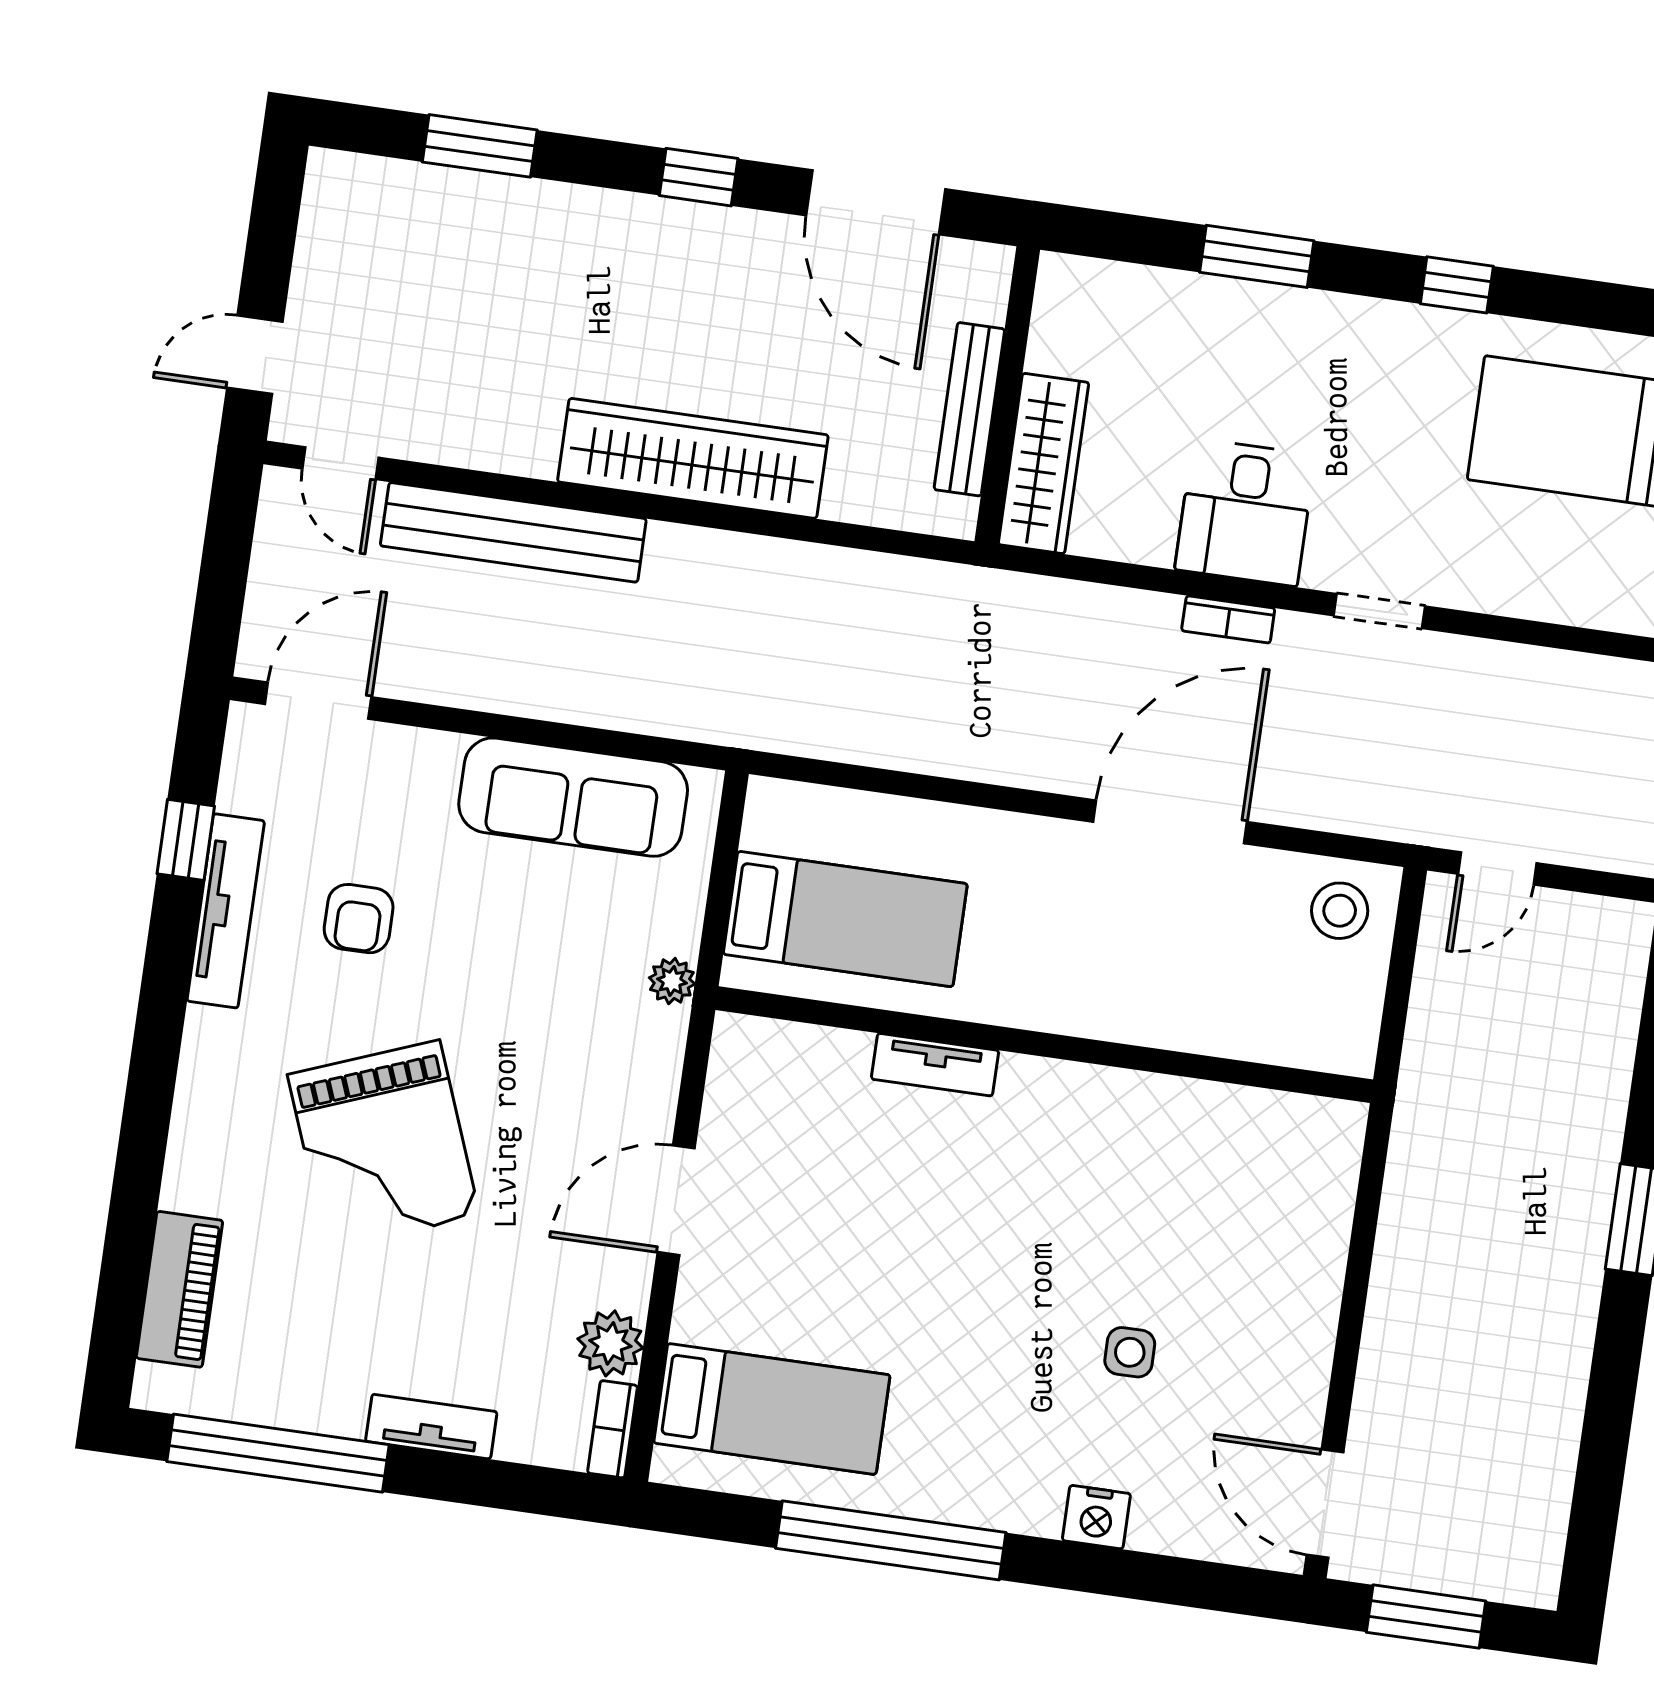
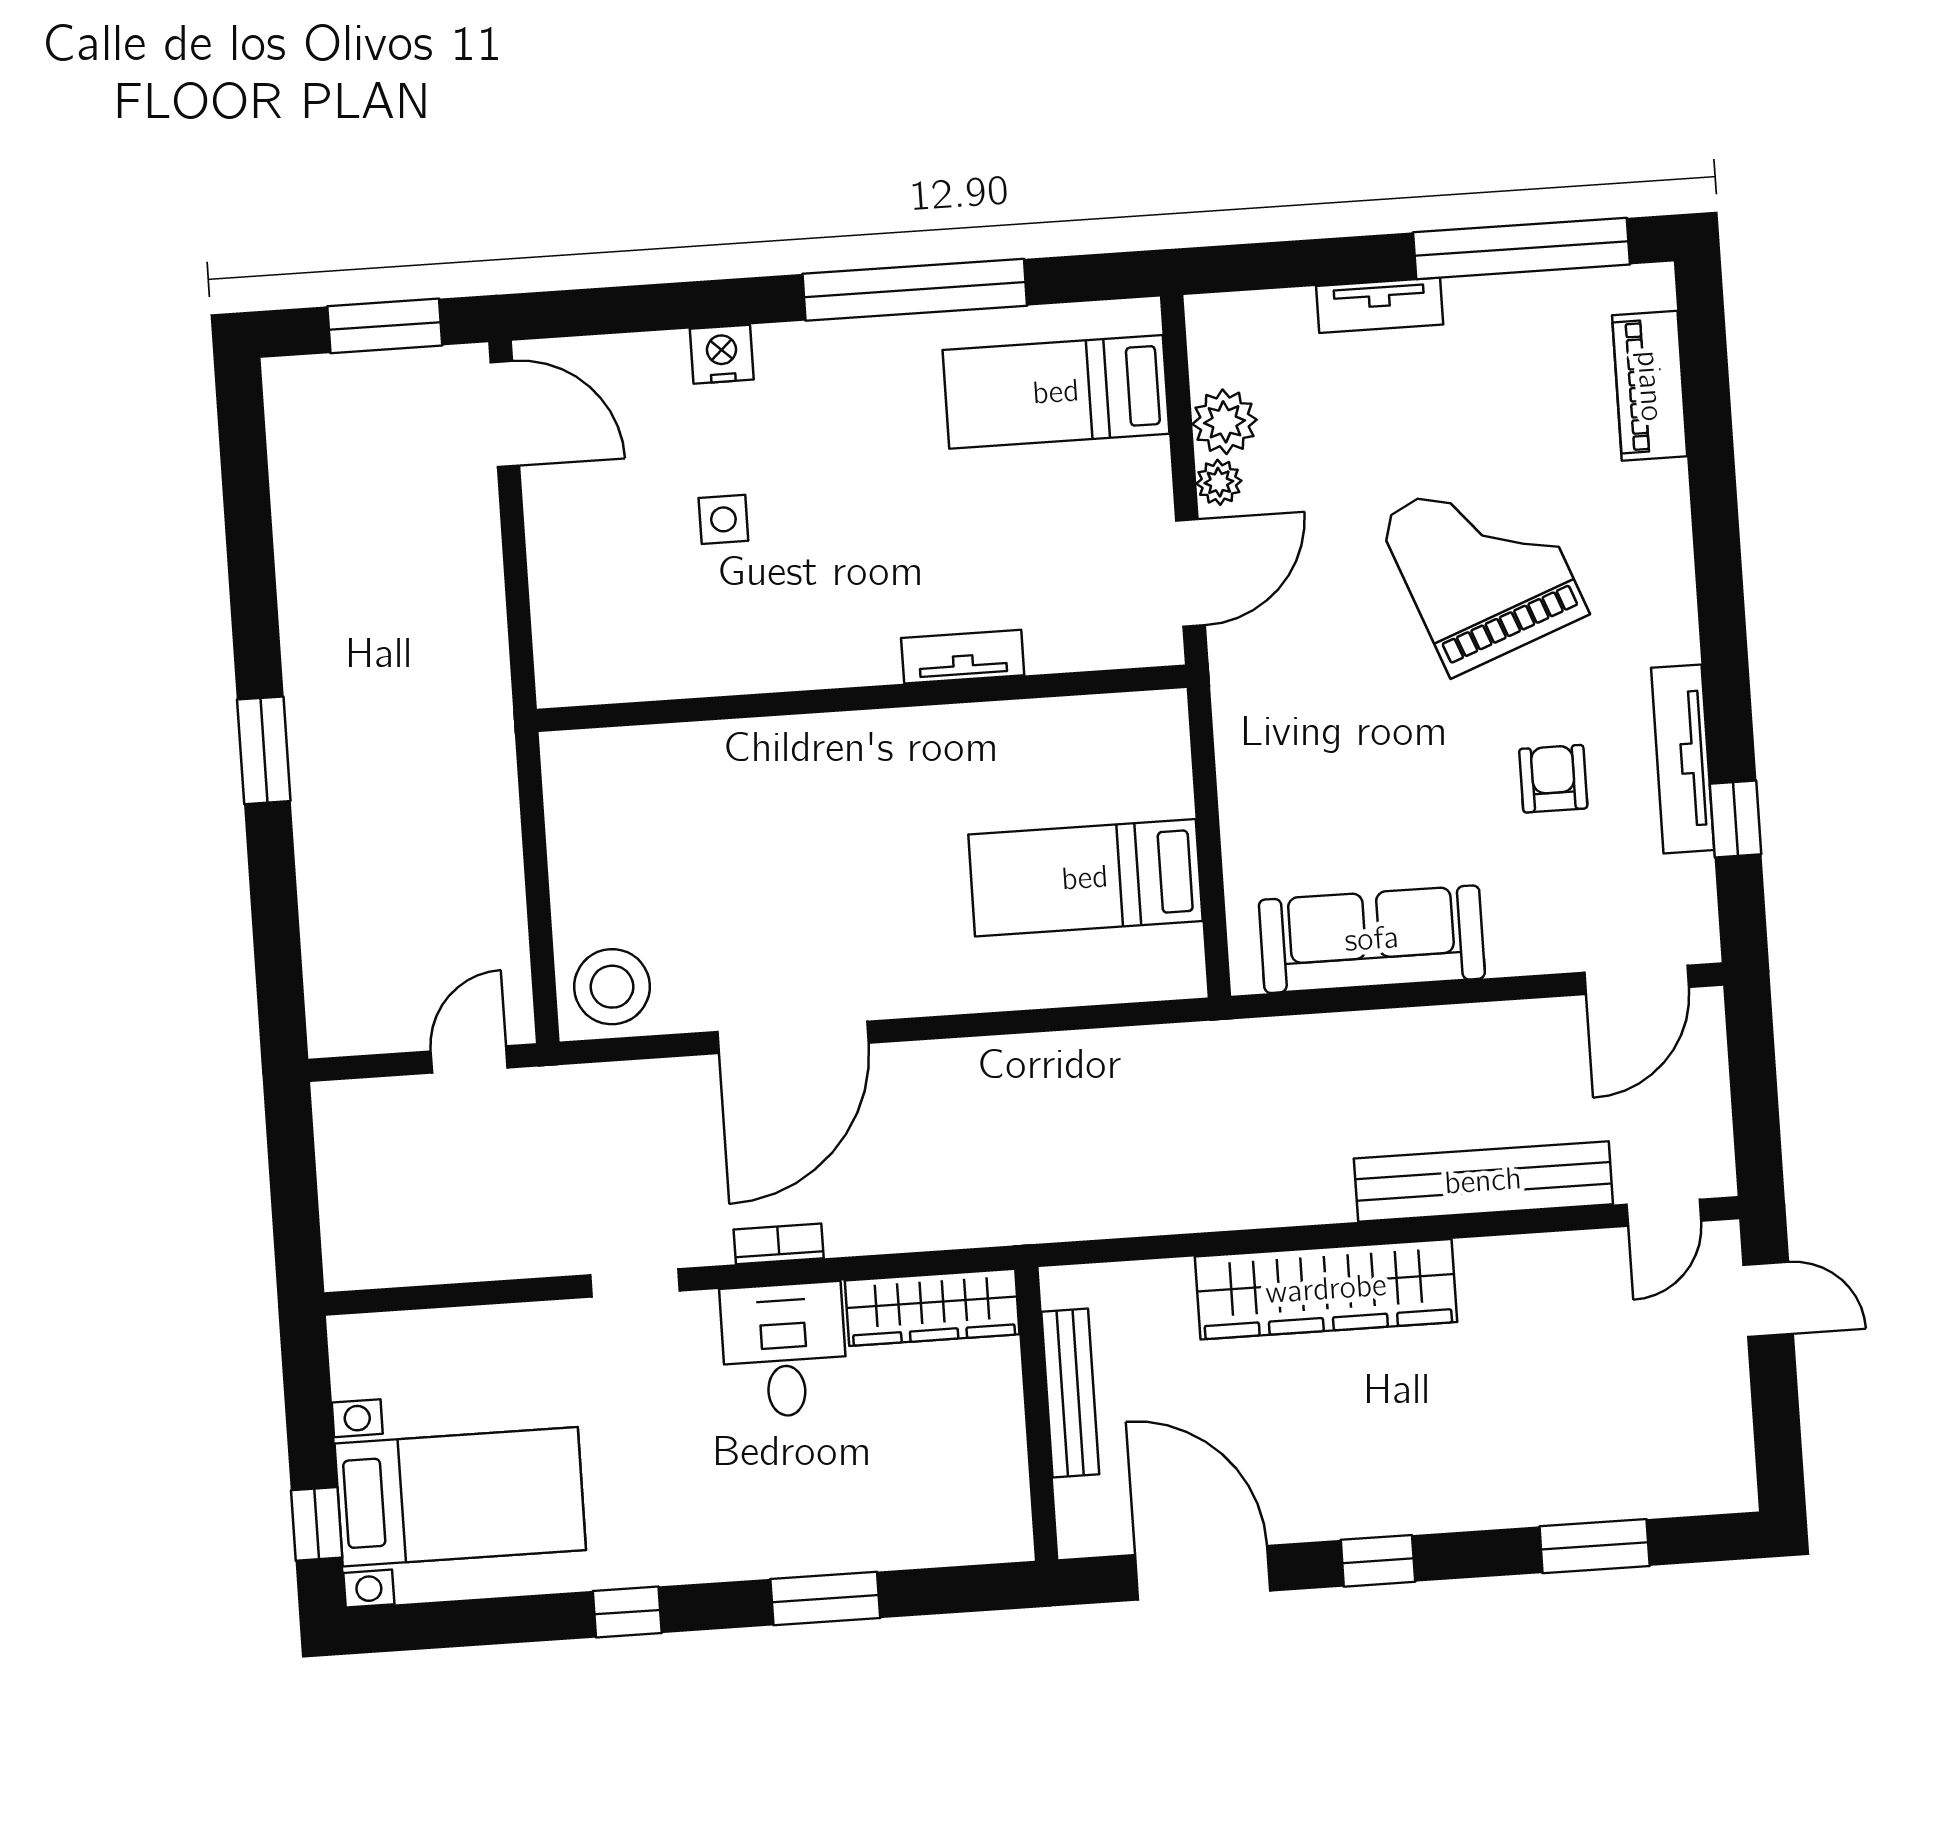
door: (255, 355) -> (1768, 1299), hinge flipped
door: (340, 463) -> (1664, 1213), swing flipped
wardrobe: (1044, 463) -> (932, 1307), moved, turned -90
stool: (1340, 911) -> (612, 987), width x1.38, depth x1.38
plant: (672, 981) -> (1219, 482), moved
wall: (1044, 1045) -> (862, 698), moved
tv unit: (935, 1065) -> (963, 657), moved
bookcase: (613, 1429) -> (1205, 340), removed

